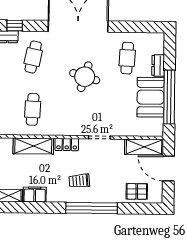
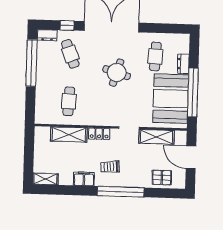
window: (15, 26) -> (67, 25), moved
cafe table: (33, 57) -> (70, 54), turned -33
booth: (151, 97) -> (171, 99), width x1.36, depth x1.42
shelving: (144, 147) -> (157, 137), moved
filing cabinet: (35, 195) -> (84, 179), moved

